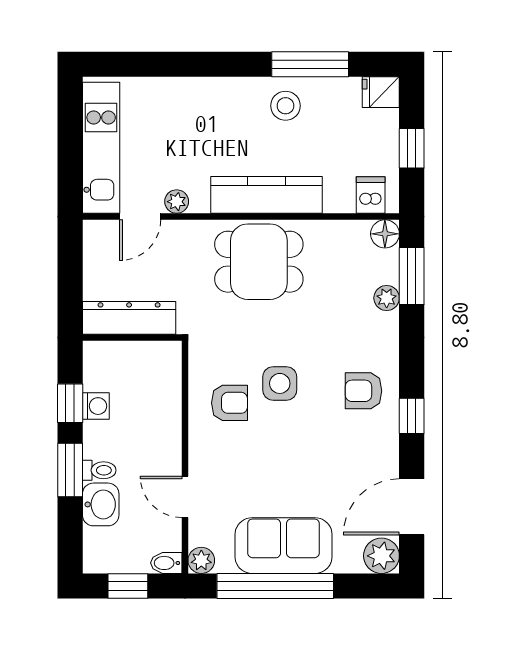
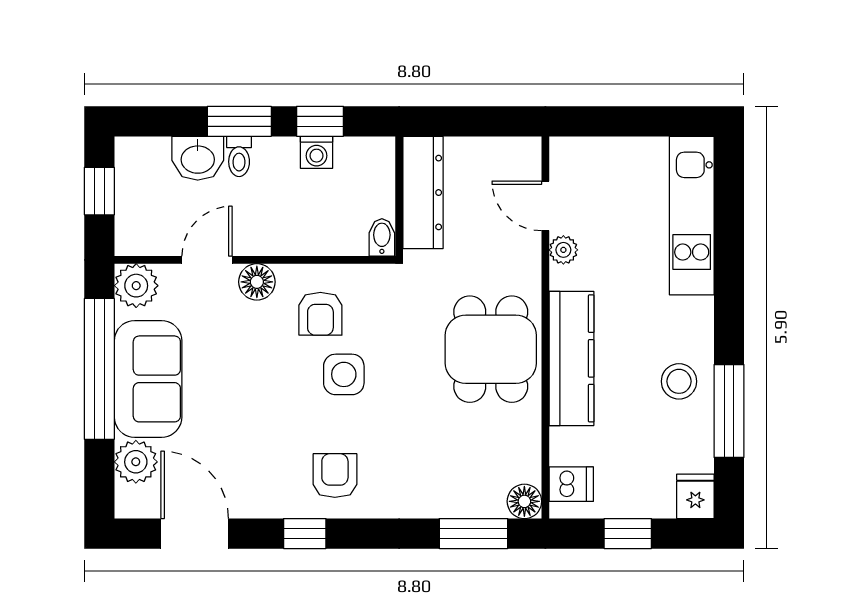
kitchen unit: (101, 148) -> (692, 216), moved, turned 90
plant: (387, 298) -> (447, 503), removed
floor lamp: (203, 455) -> (257, 282), added
plant: (381, 556) -> (136, 462), moved
plant: (201, 560) -> (136, 286), width x1.38, depth x1.38
bidet: (166, 563) -> (382, 237), moved

